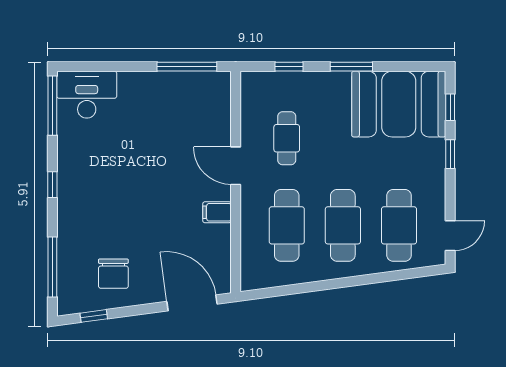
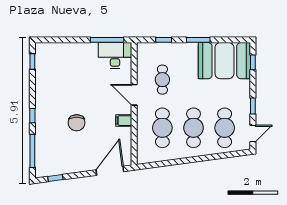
desk: (87, 95) -> (115, 55), moved
window: (52, 106) -> (32, 61), width x0.46
window: (450, 154) -> (253, 106), moved
window: (52, 185) -> (32, 116), moved
chair: (113, 274) -> (77, 123), moved
door: (192, 303) -> (110, 171), hinge flipped

